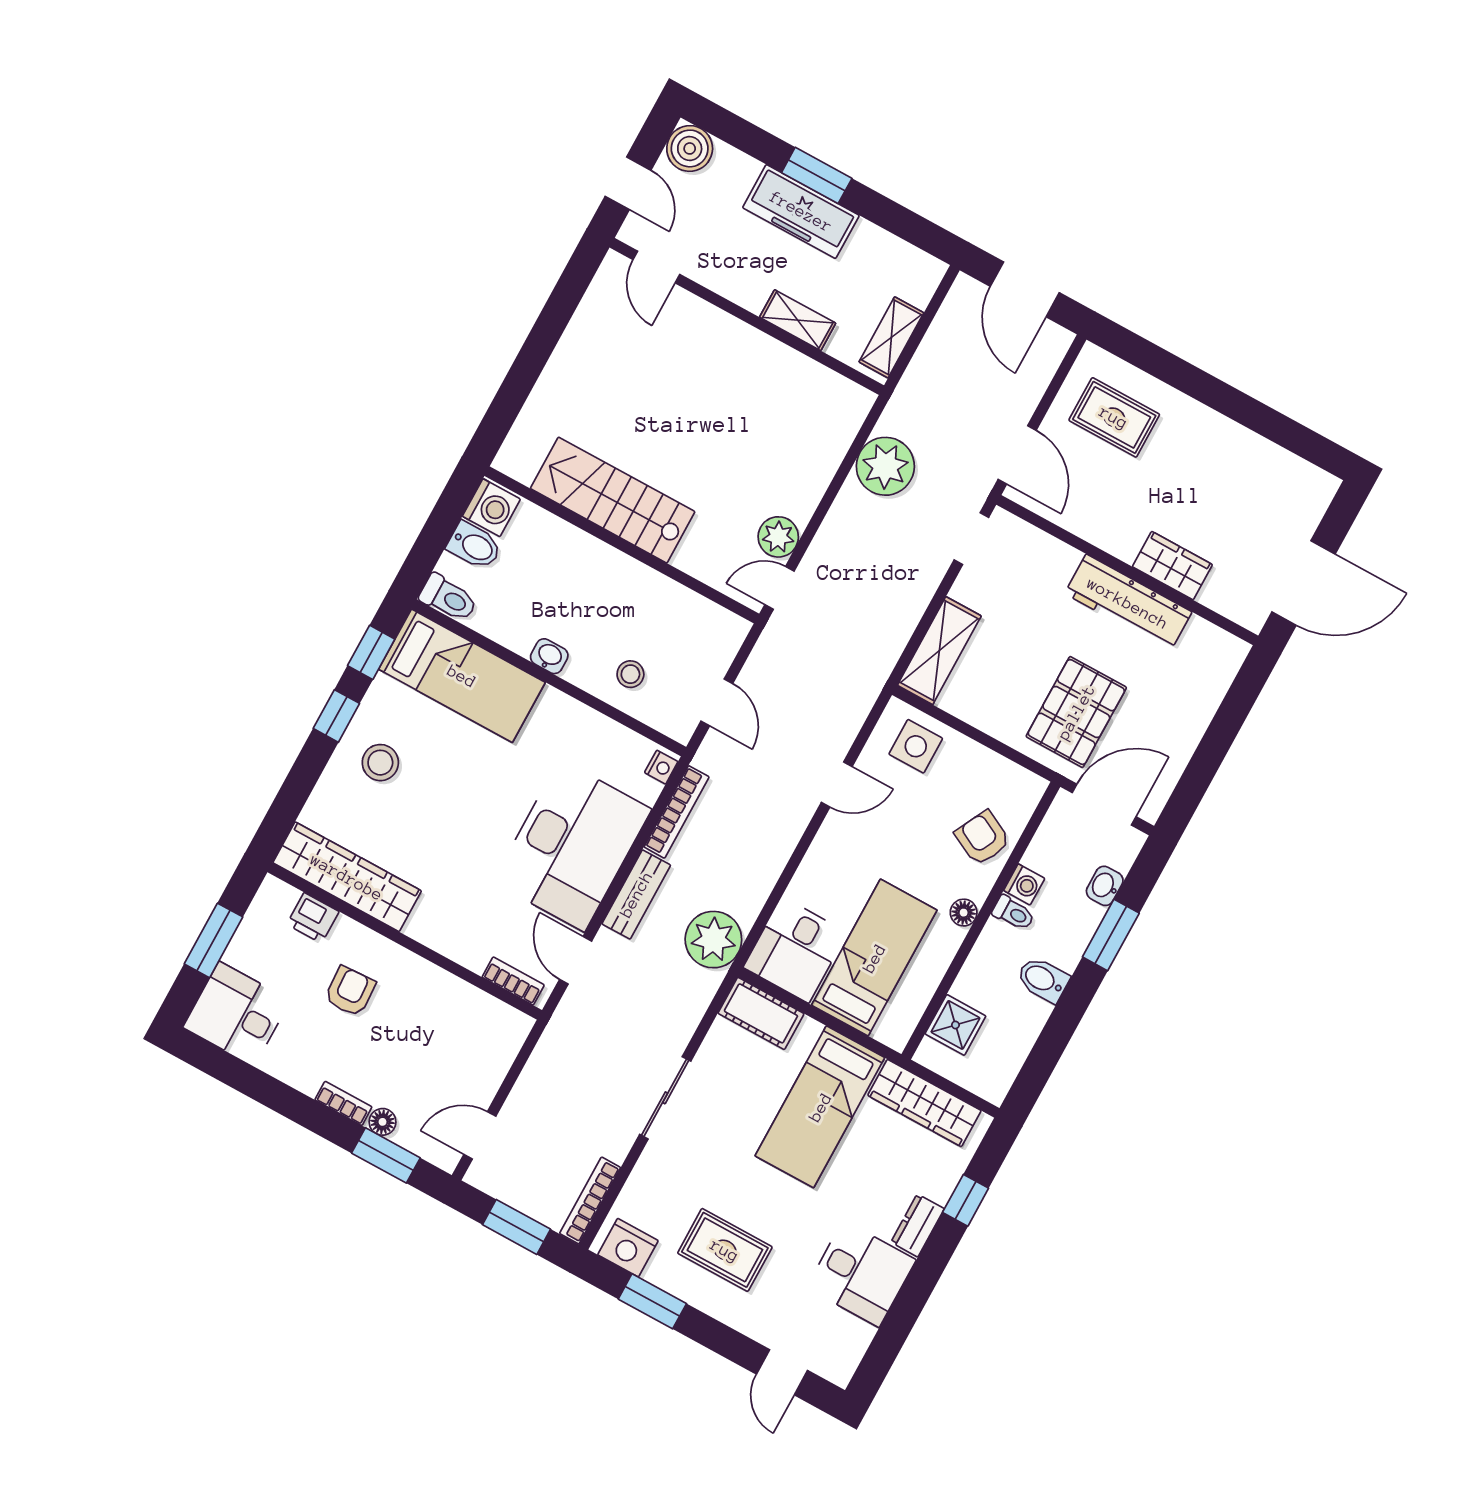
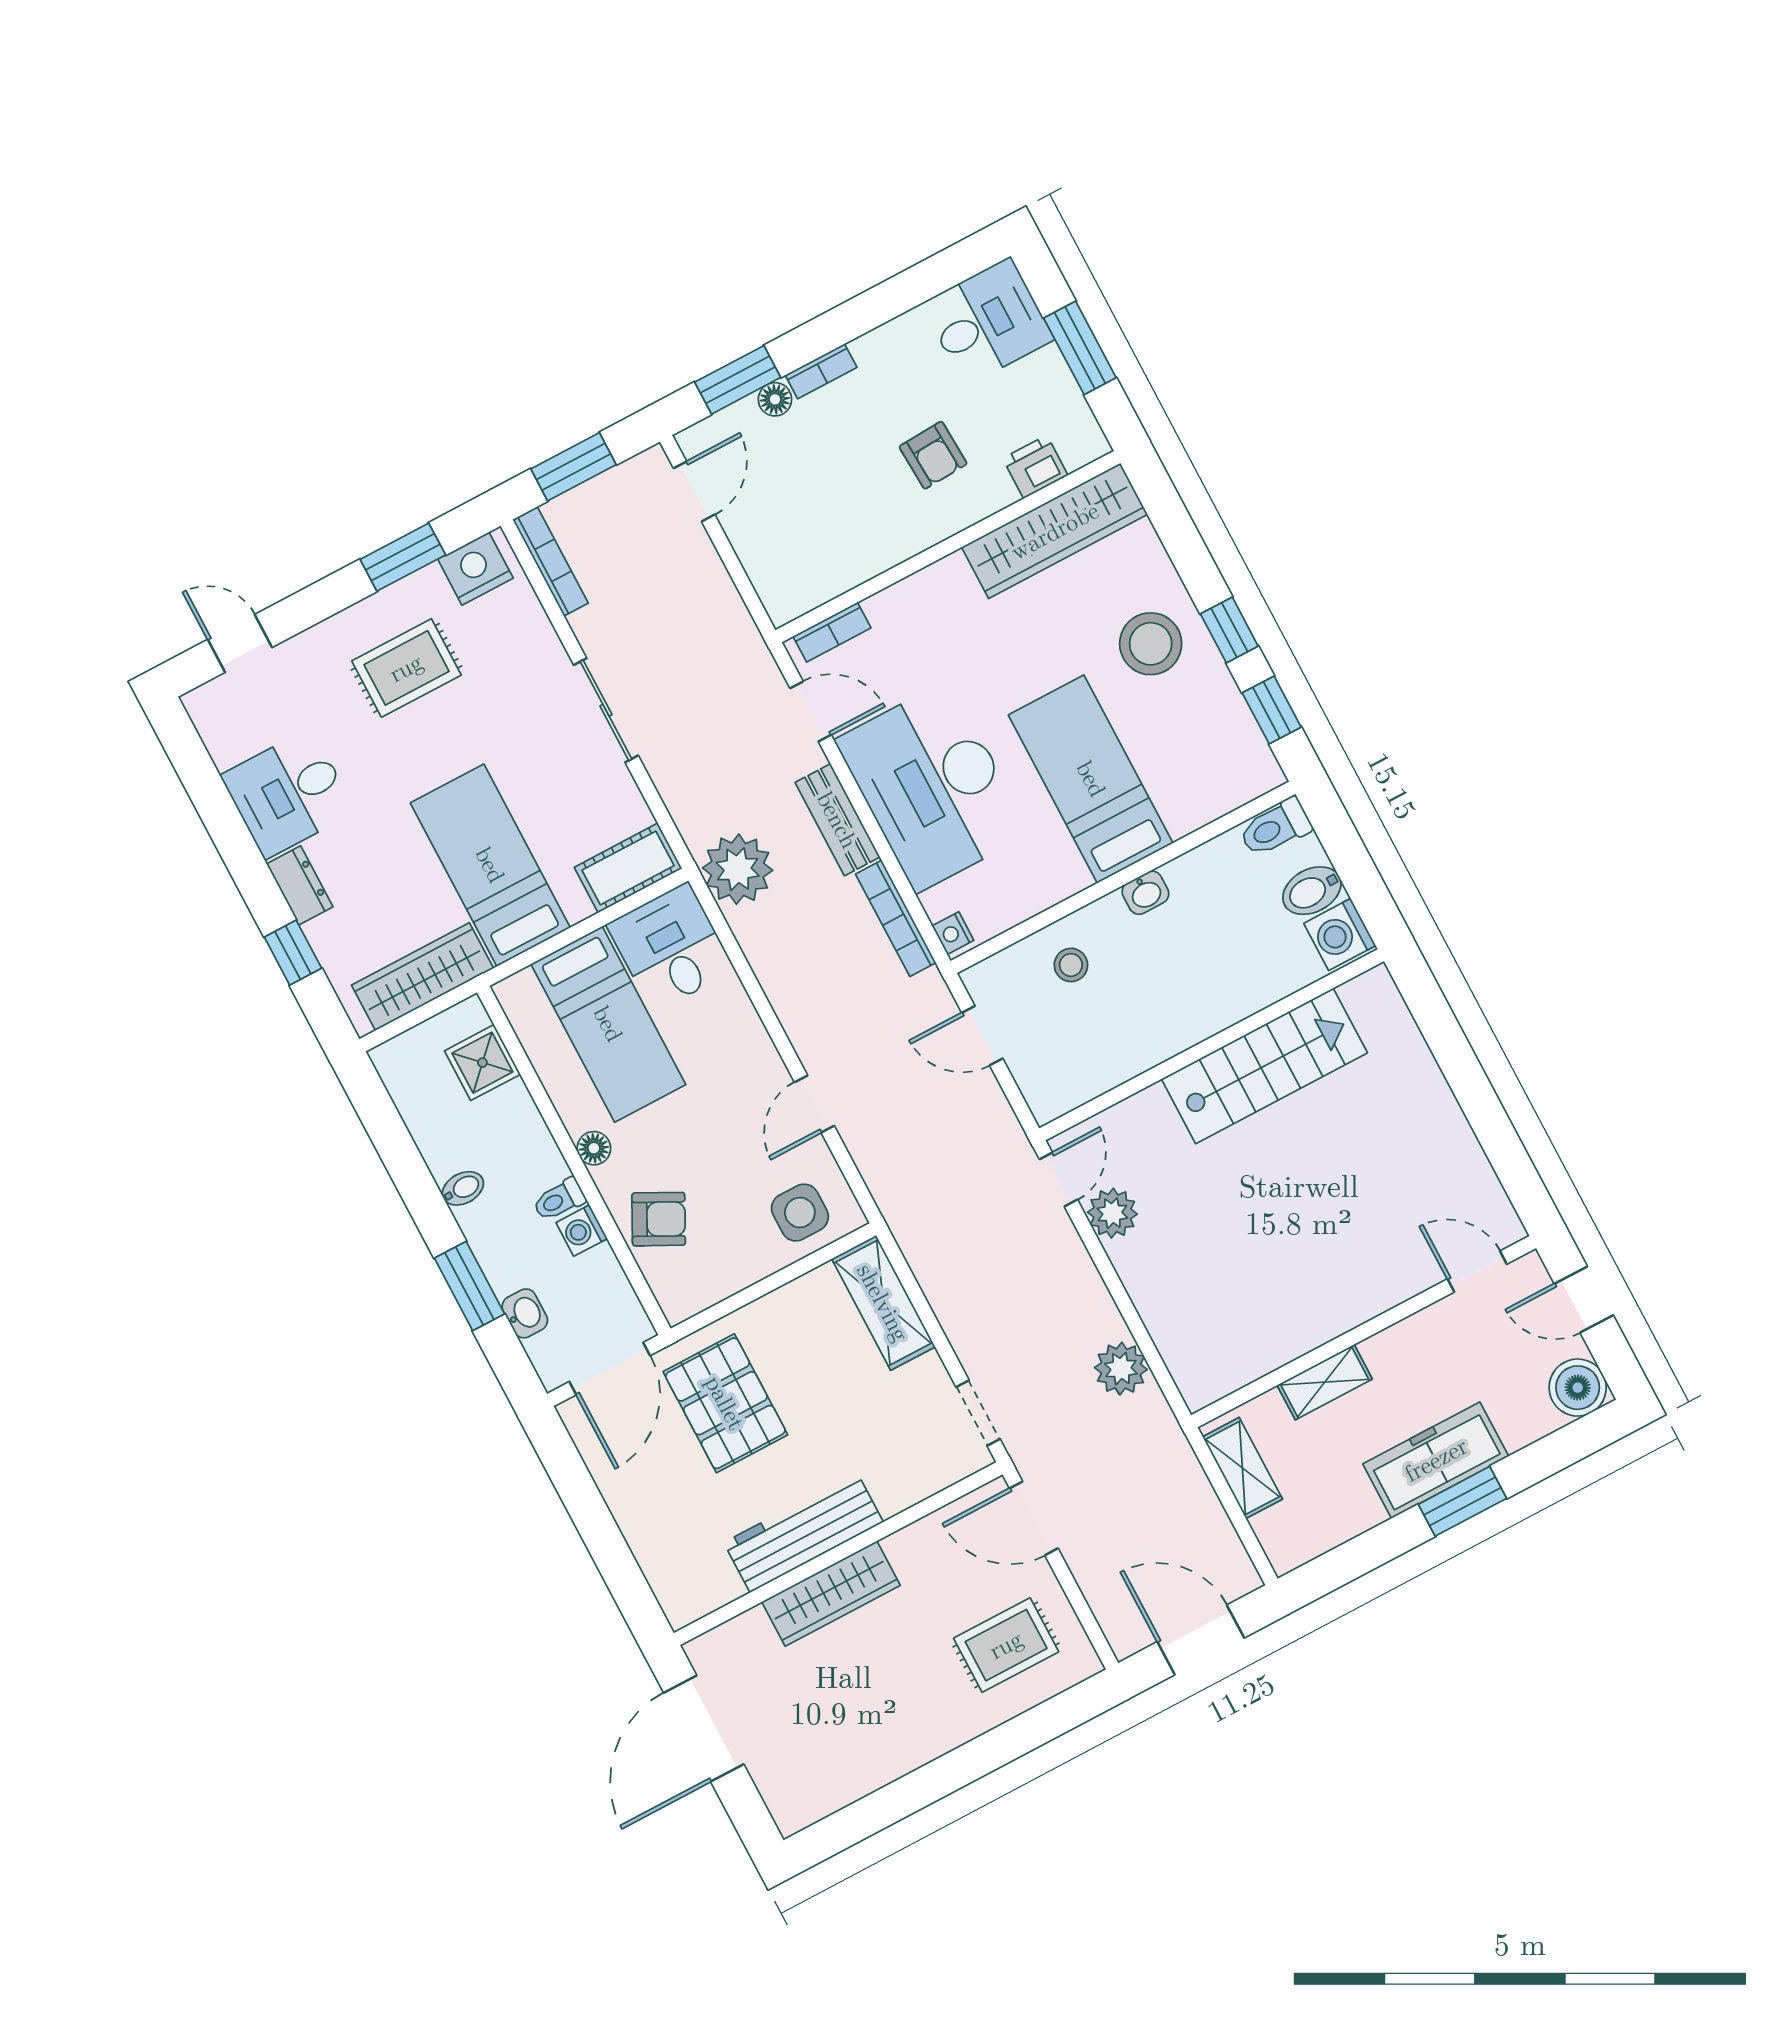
plant: (885, 466) -> (1121, 1369), width x0.73, depth x0.73
wardrobe: (1172, 566) -> (831, 1594), width x1.50
bed: (462, 676) -> (1091, 779), moved, turned 90
stool: (380, 763) -> (1151, 644), width x1.38, depth x1.38
bidet: (1043, 979) -> (463, 1188), width x0.72, depth x0.74

